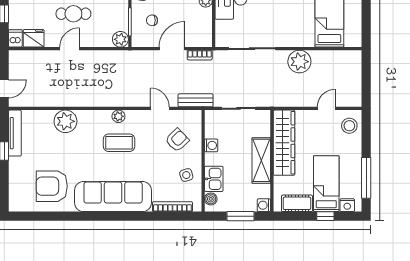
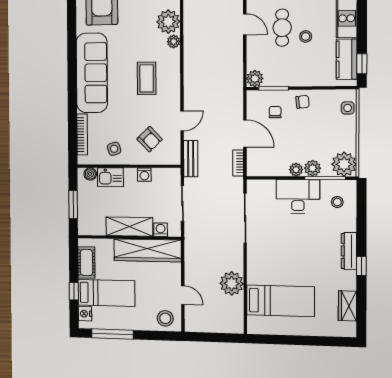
plant: (299, 62) -> (232, 283), moved
plant: (118, 116) -> (174, 41), moved
washing machine: (264, 205) -> (161, 230), moved

